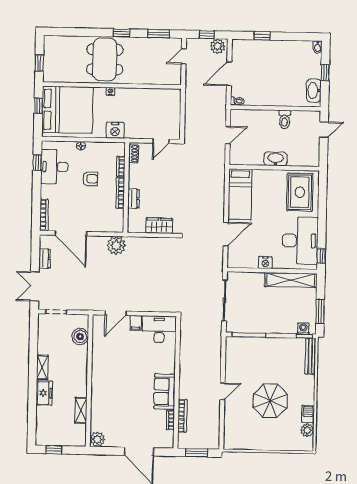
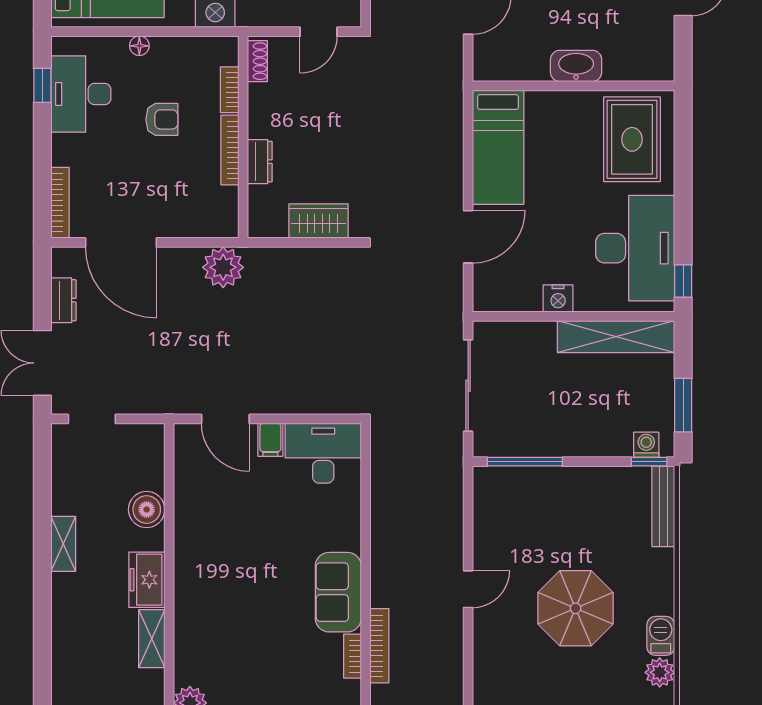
door: (116, 313) -> (225, 419), hinge flipped
boiler: (80, 336) -> (147, 510), moved
freezer: (44, 393) -> (147, 580), moved, turned 180

